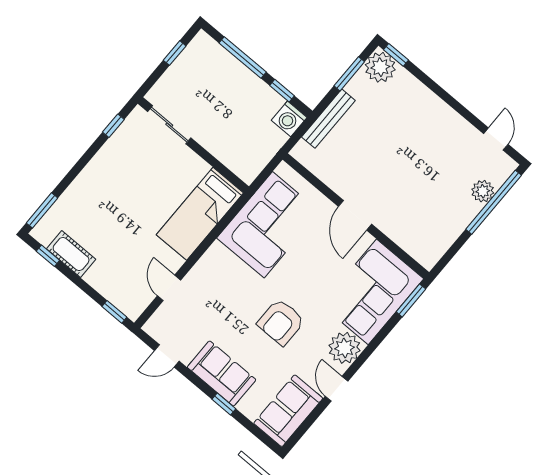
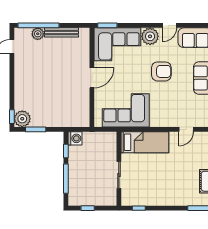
bench: (328, 119) -> (62, 32), moved
sliding door: (169, 125) -> (119, 175), moved

